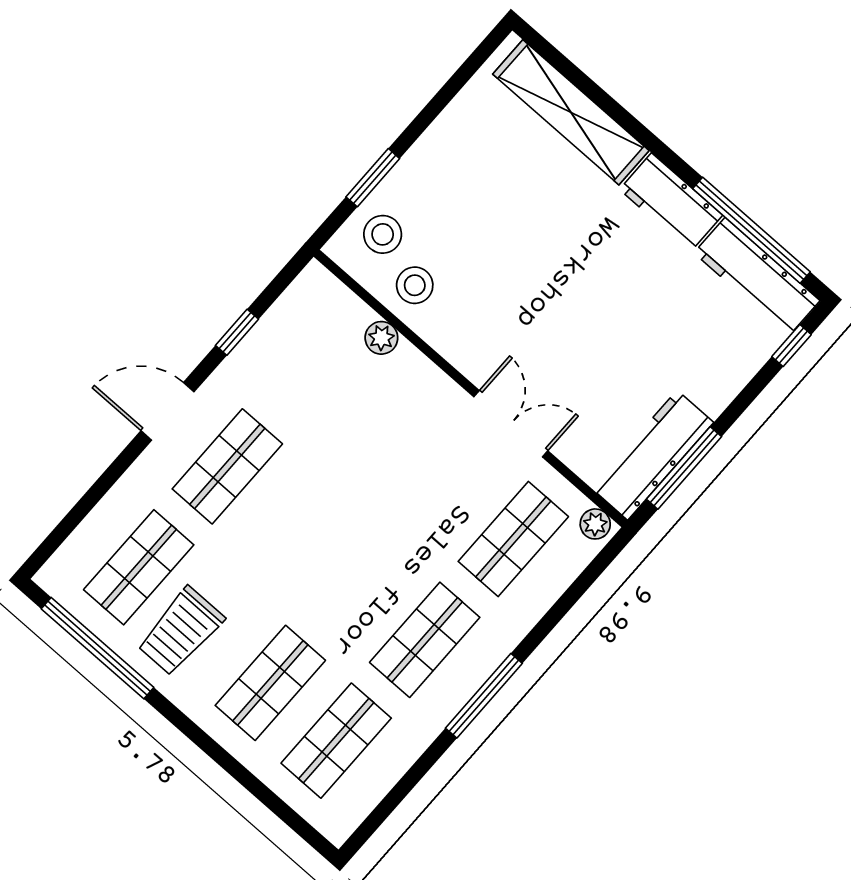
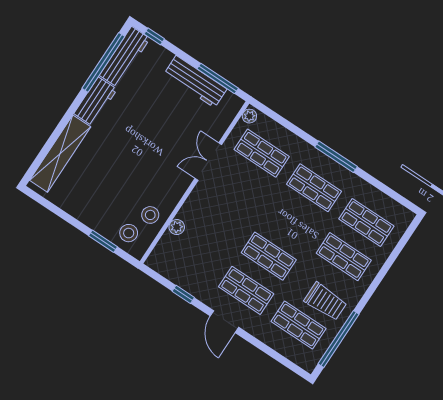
workbench: (652, 455) -> (195, 82), moved
shop shelf: (293, 524) -> (269, 256), added

